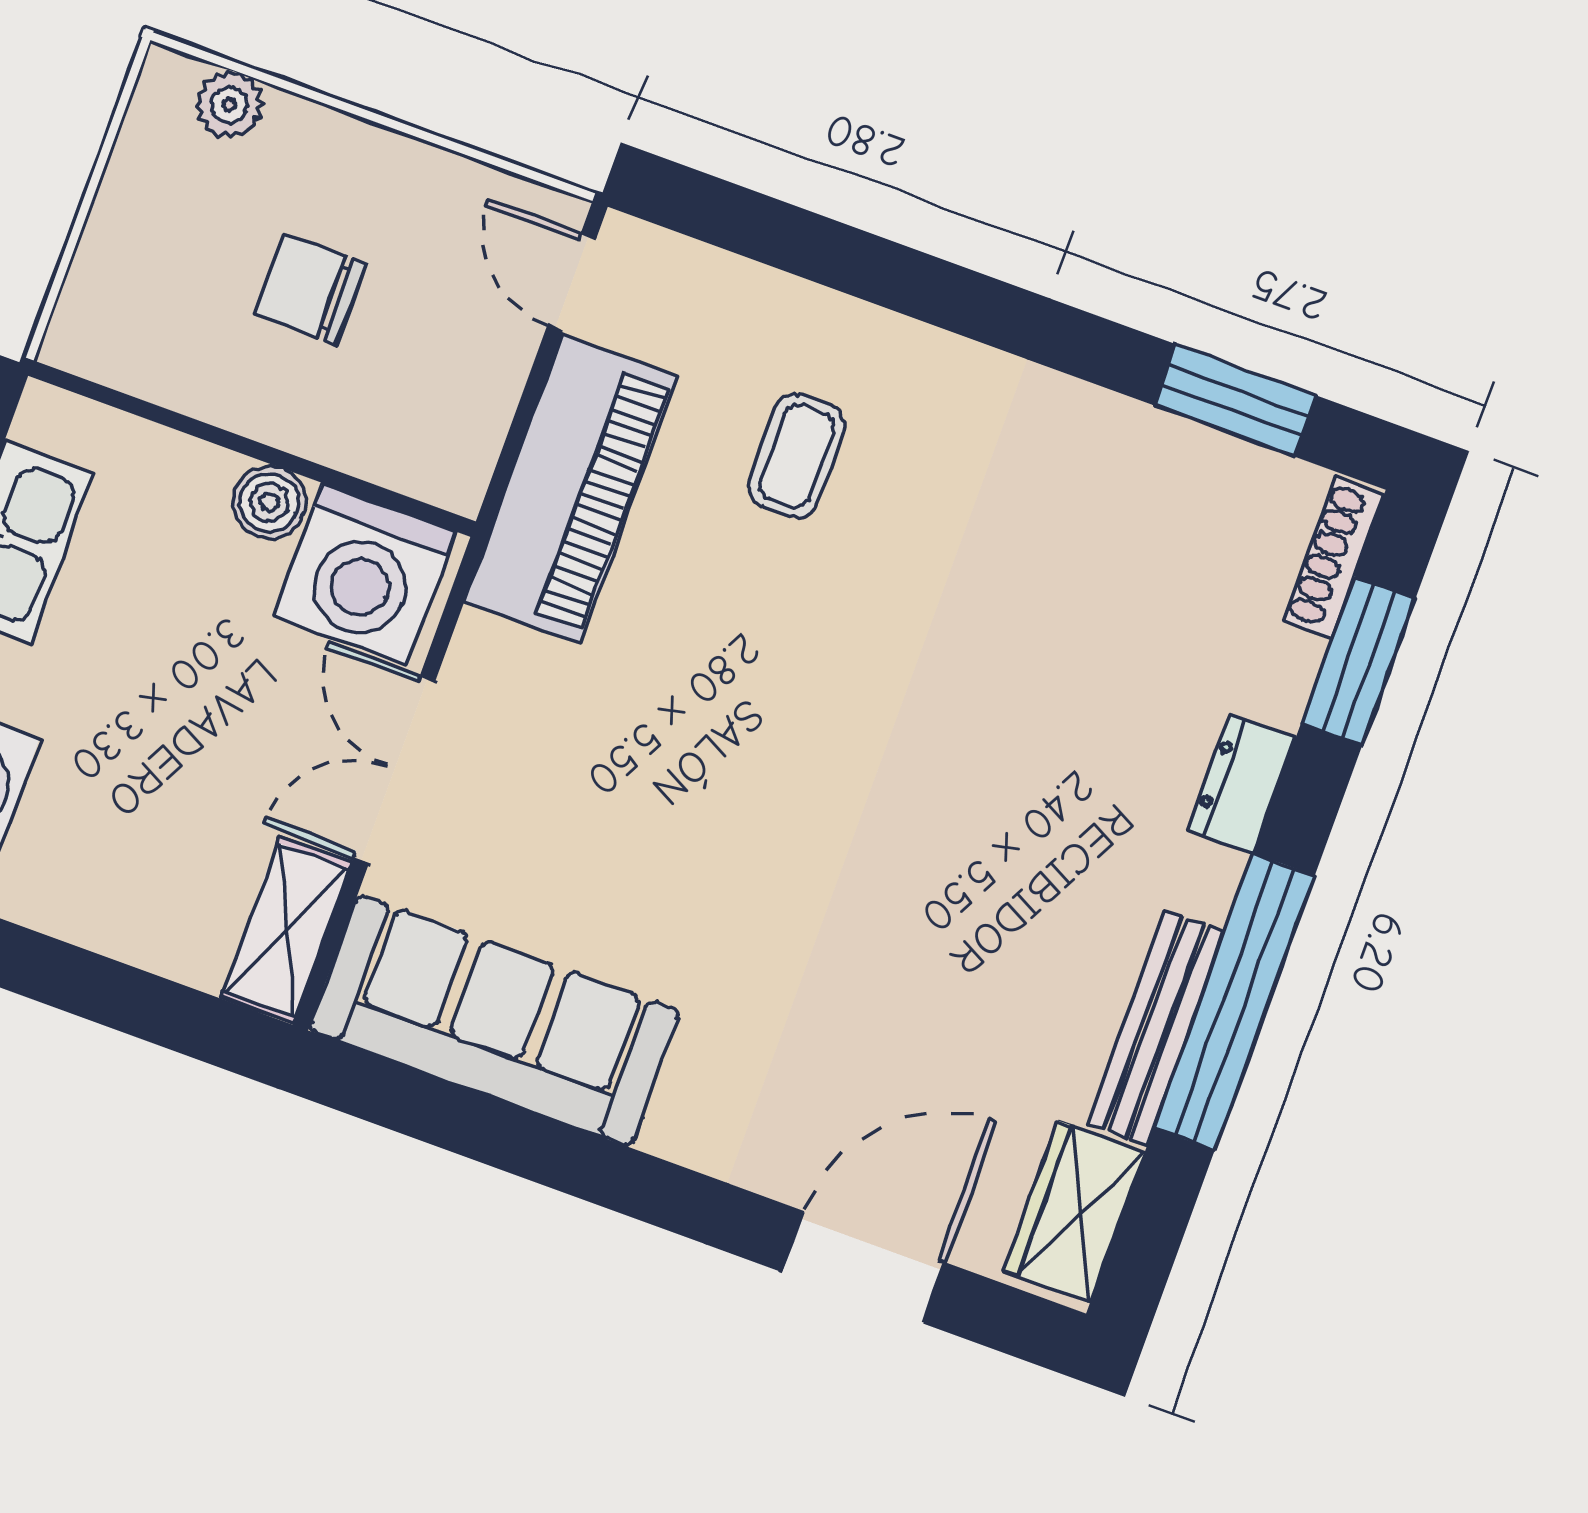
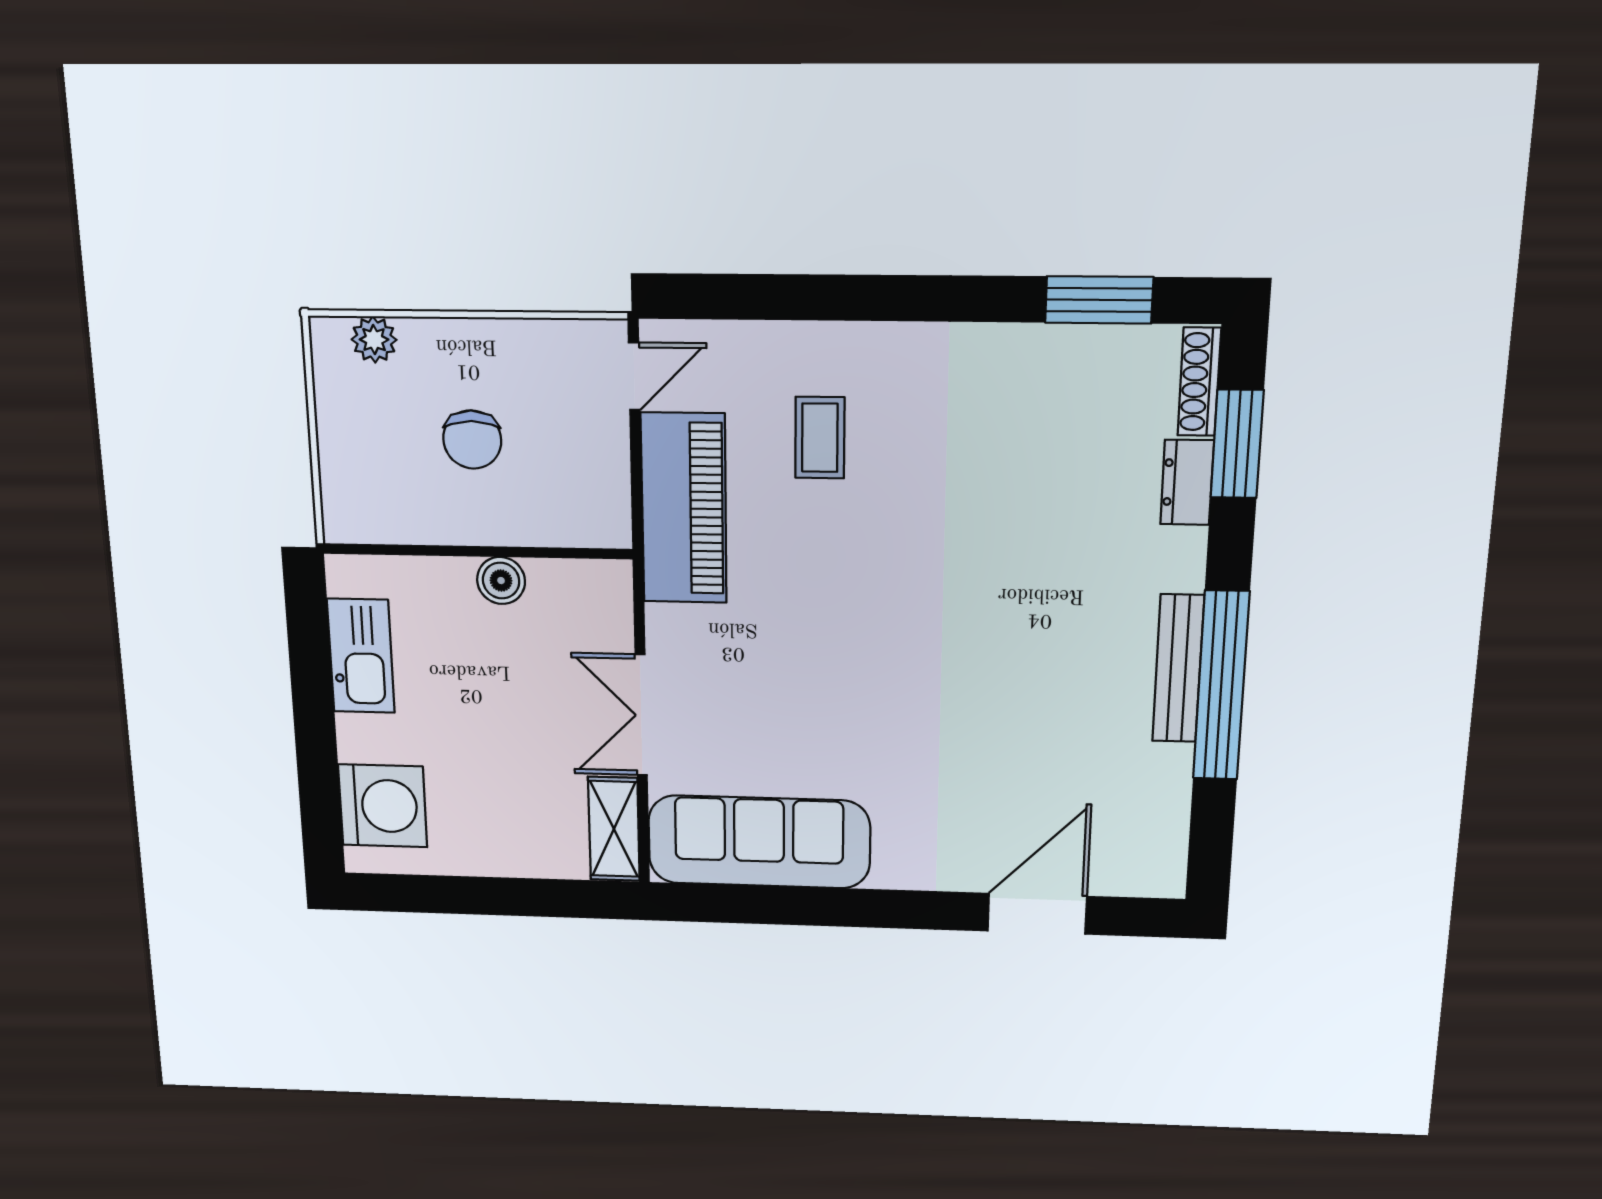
door: (572, 282) -> (634, 376), swing flipped
chair: (310, 289) -> (472, 440), turned -90
washing machine: (365, 574) -> (577, 604), removed
dresser: (1242, 784) -> (1187, 482), moved
bench: (1156, 1028) -> (1178, 669), moved
wardrobe: (1074, 1211) -> (1158, 842), removed

